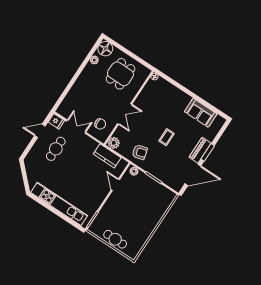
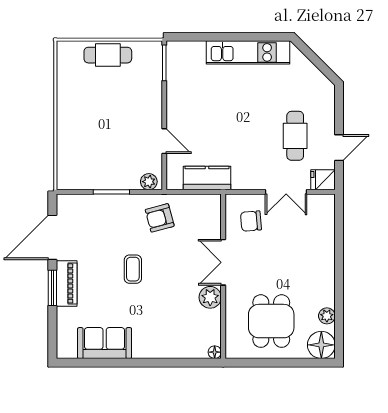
plant: (114, 143) -> (210, 297), moved
kitchen unit: (59, 204) -> (248, 52), width x0.73

